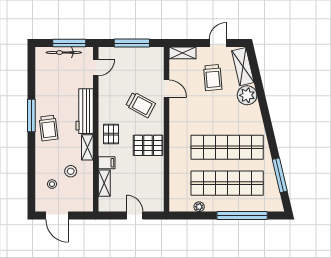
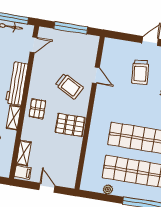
shelving: (182, 53) -> (116, 45), removed
filing cabinet: (107, 163) -> (23, 172), moved

